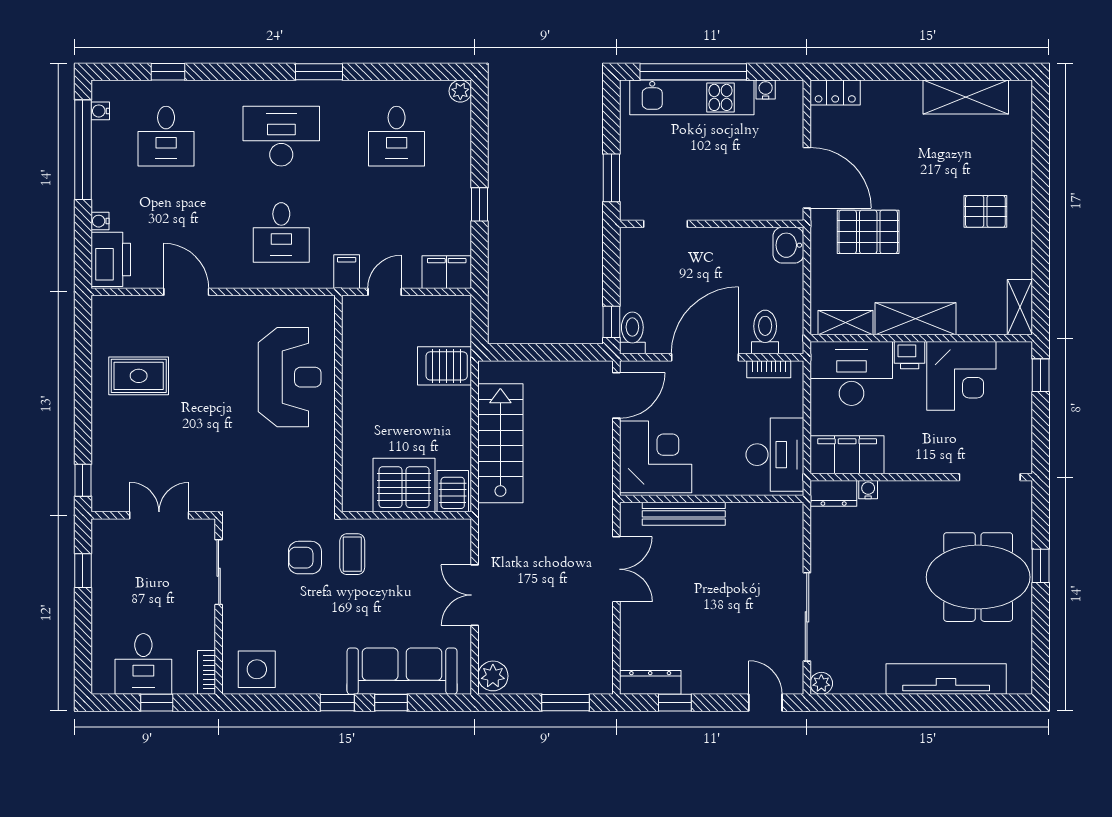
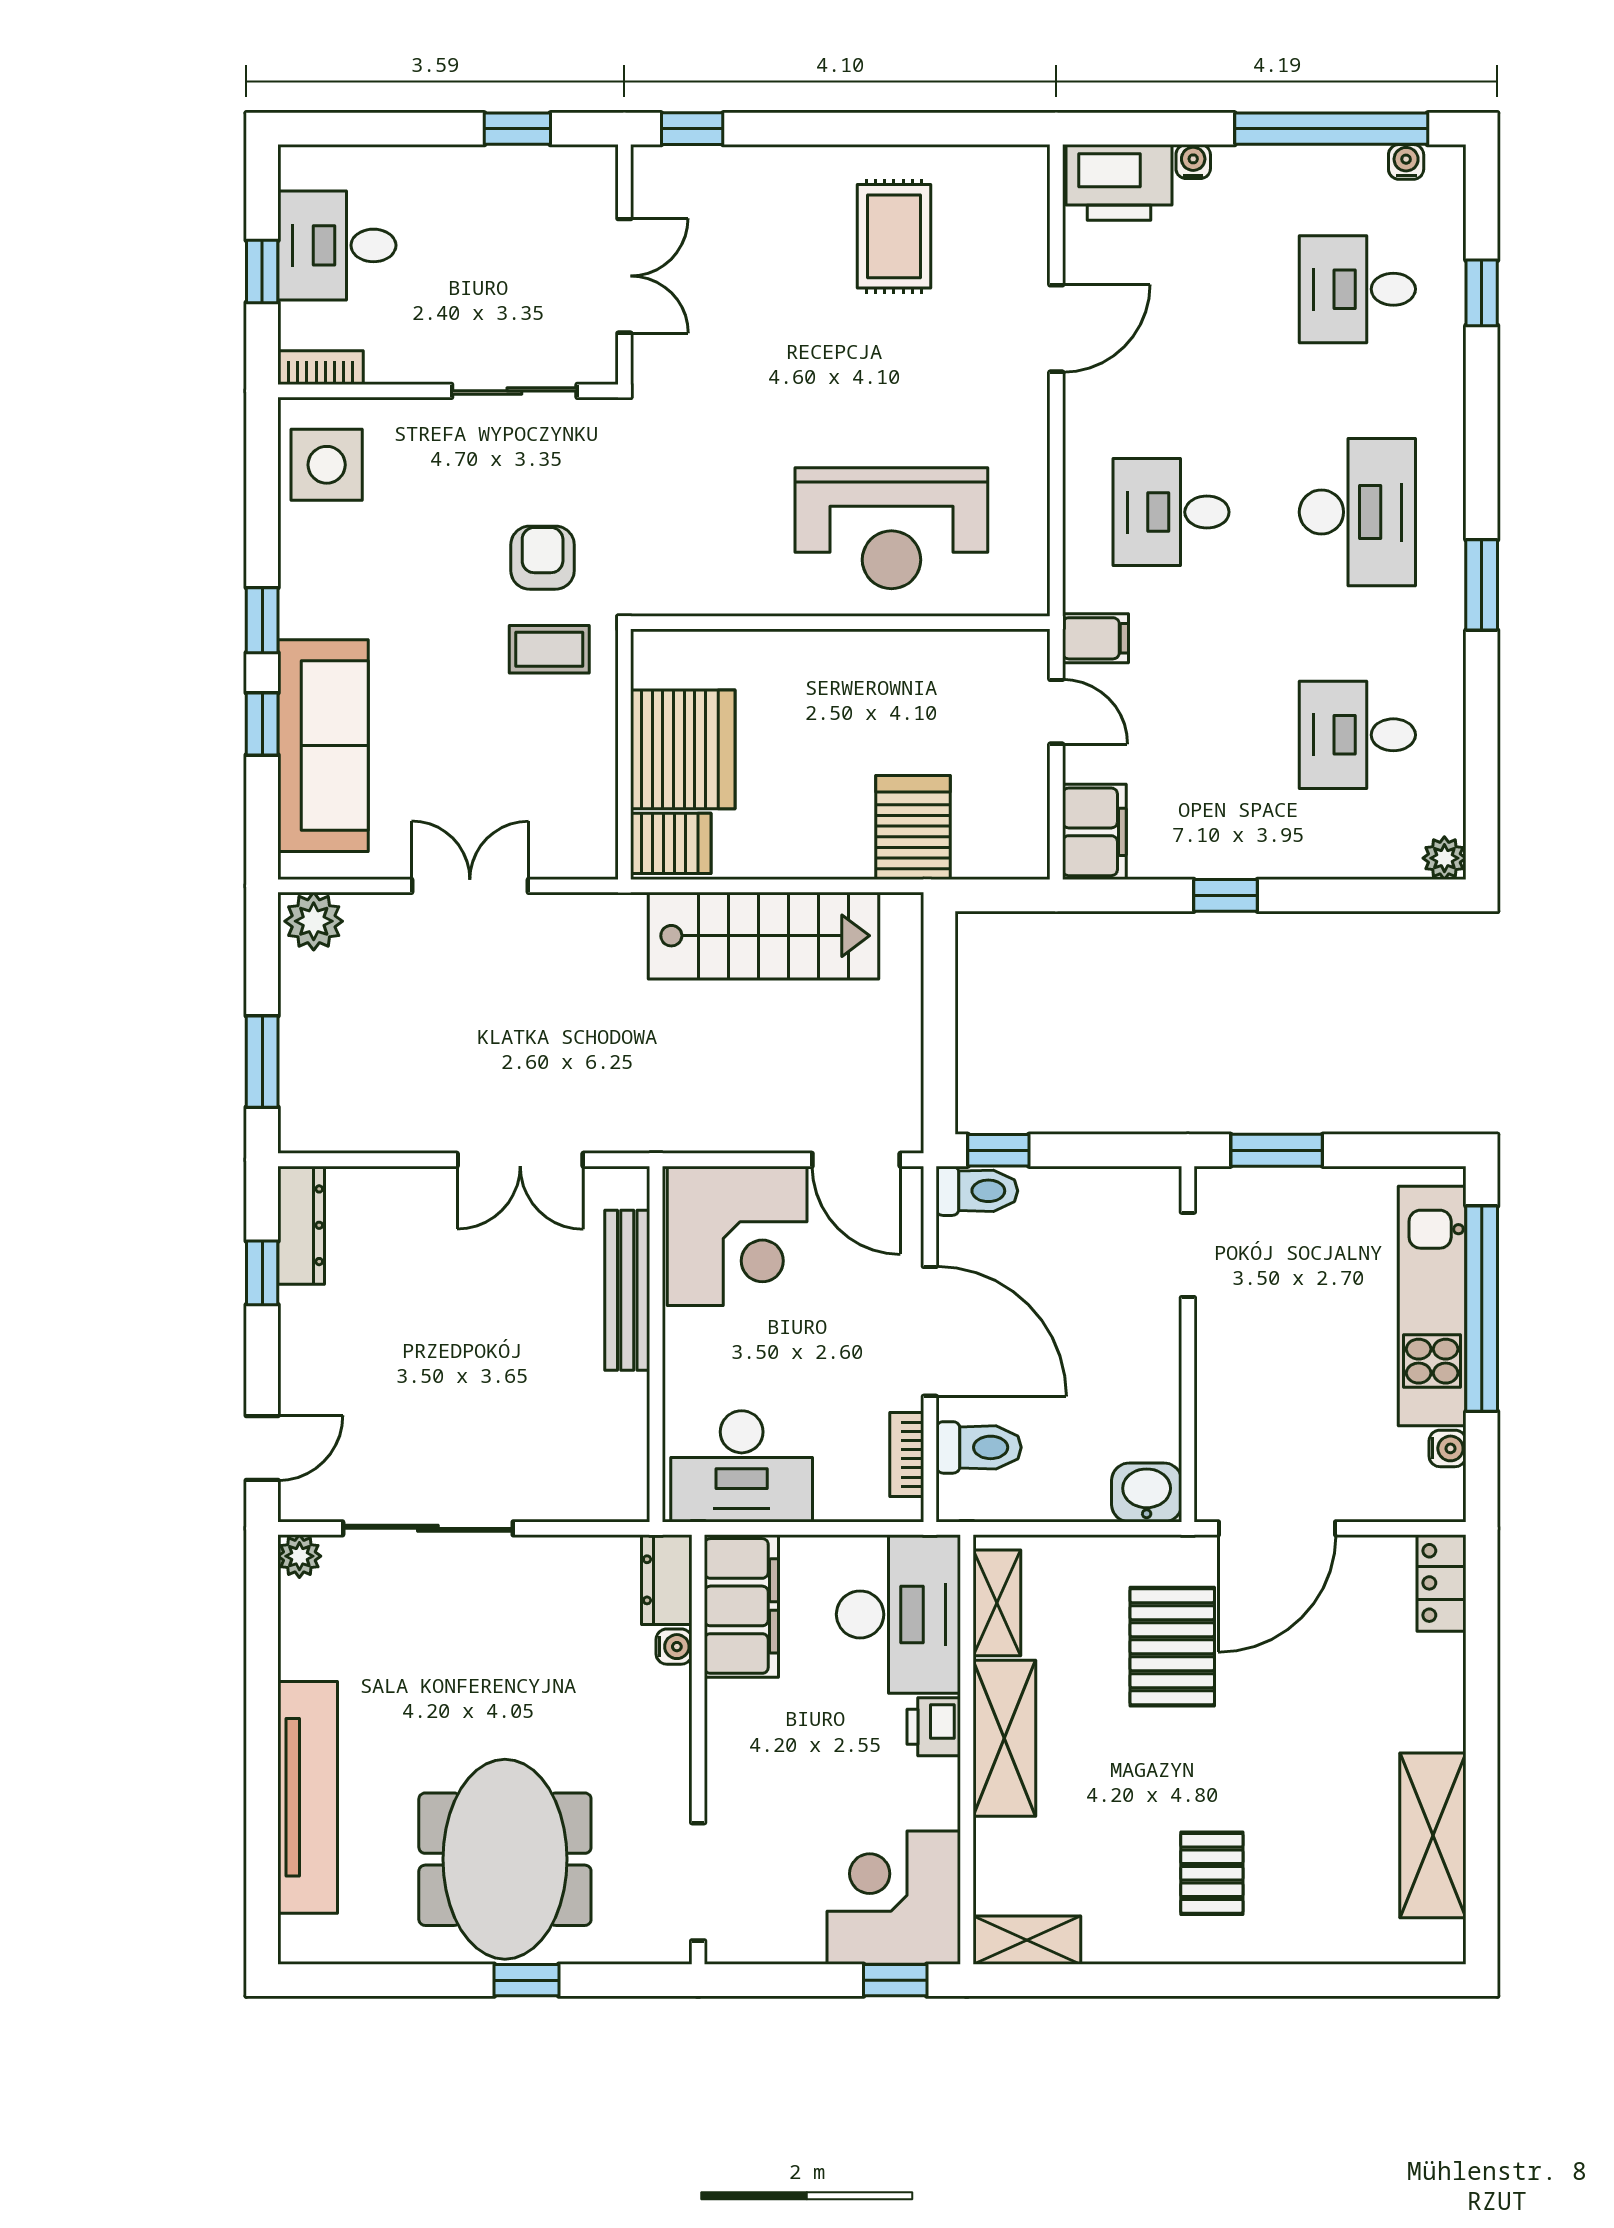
corner desk: (961, 376) -> (894, 1898), moved, turned 90

